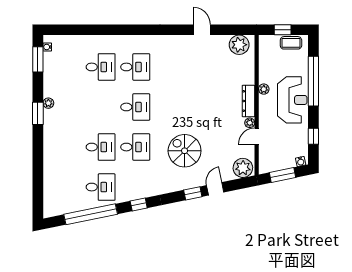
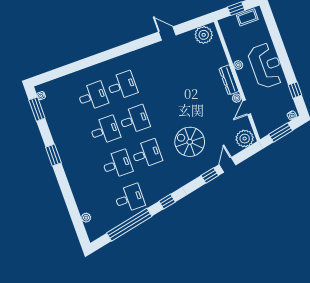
window: (313, 81) -> (278, 43), removed
plant: (48, 103) -> (86, 218), moved
desk: (101, 107) -> (105, 130), added

